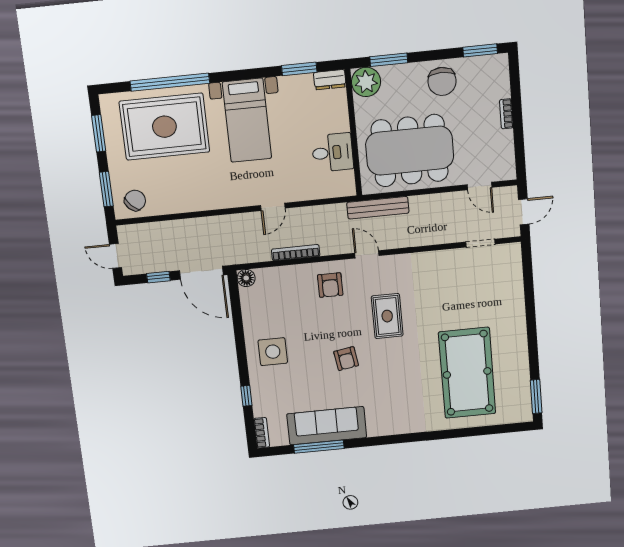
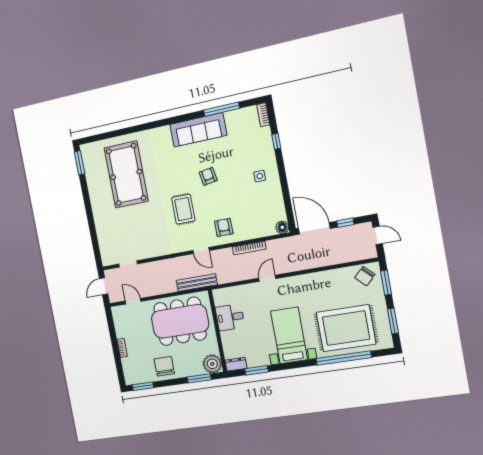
side table: (273, 352) -> (260, 176), width x0.54, depth x0.54
sofa: (327, 426) -> (198, 130), moved

